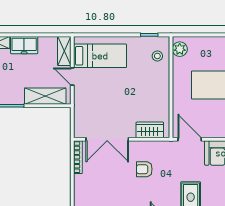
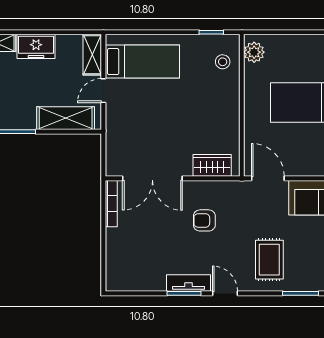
door: (72, 77) -> (103, 91), hinge flipped

